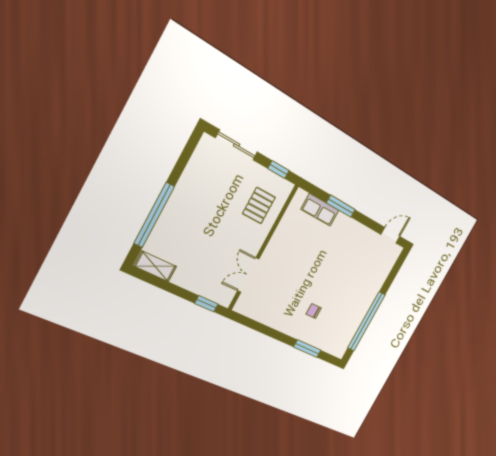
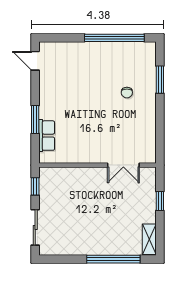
pallet: (259, 205) -> (68, 187), removed
window: (206, 304) -> (160, 201), moved

